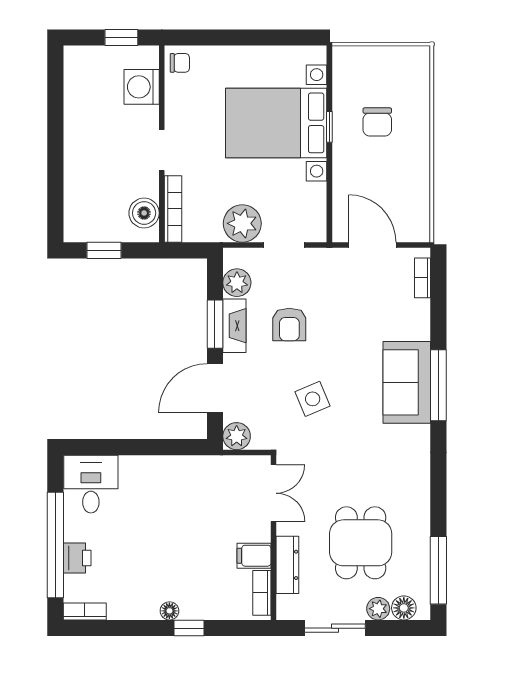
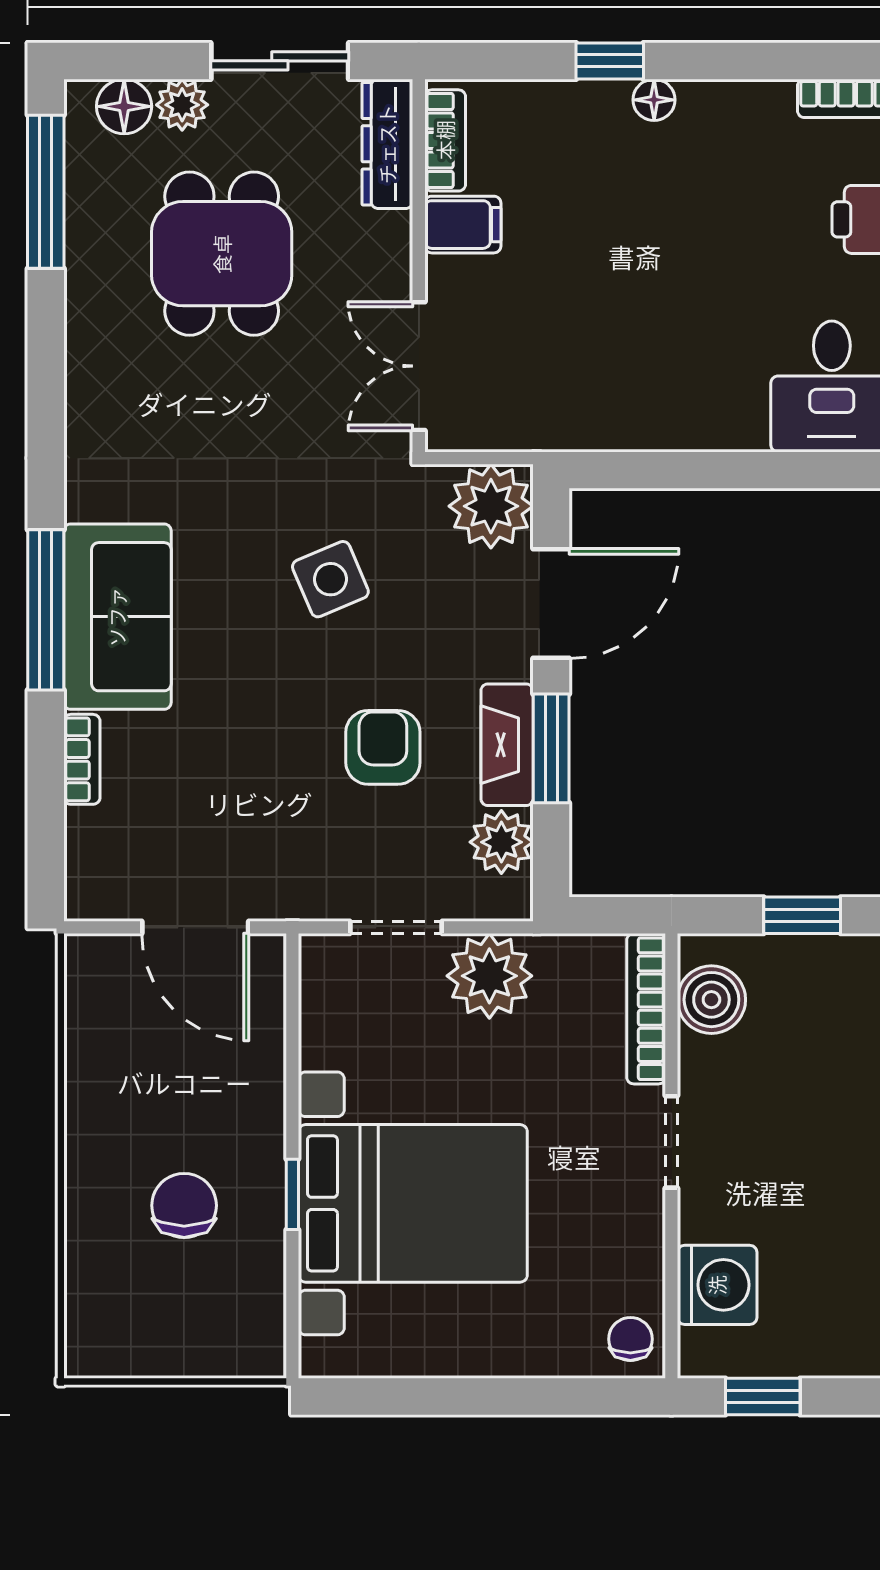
chair: (180, 63) -> (630, 1339), turned 90
bookcase: (422, 278) -> (82, 759), moved
plant: (237, 436) -> (491, 506), width x1.36, depth x1.36
dresser: (287, 565) -> (387, 144), moved

